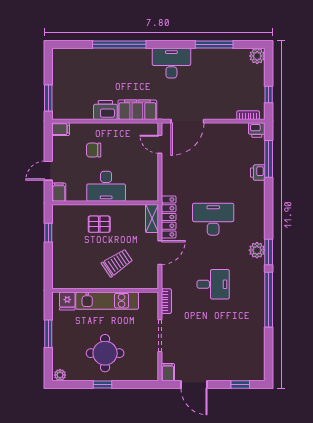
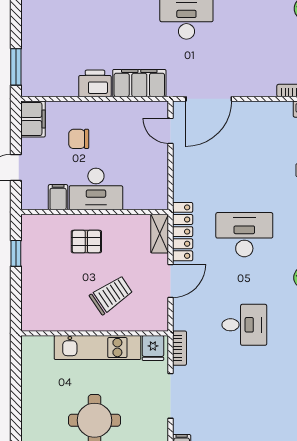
filing cabinet: (61, 129) -> (33, 119), width x2.00
filing cabinet: (59, 192) -> (58, 197), moved
fridge: (67, 301) -> (153, 348), moved
window: (48, 334) -> (16, 393), removed

